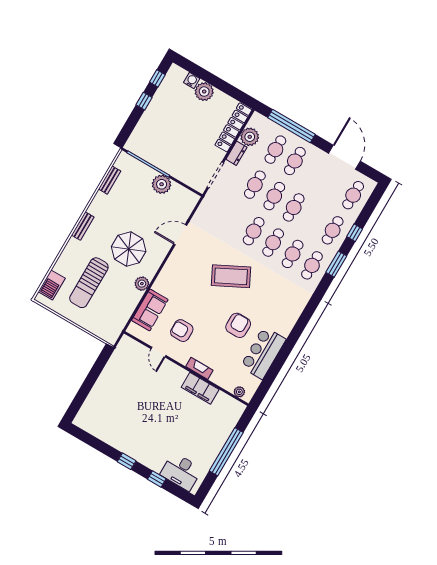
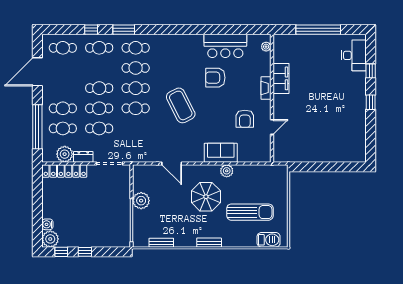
plant: (204, 92) -> (50, 239), moved
sofa: (150, 310) -> (221, 153), moved

